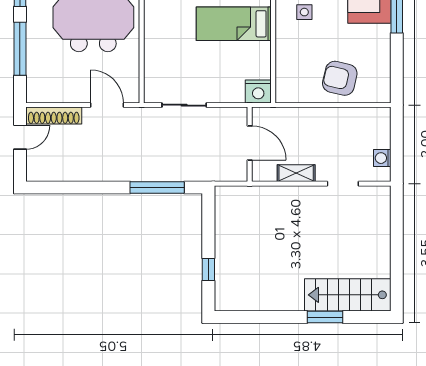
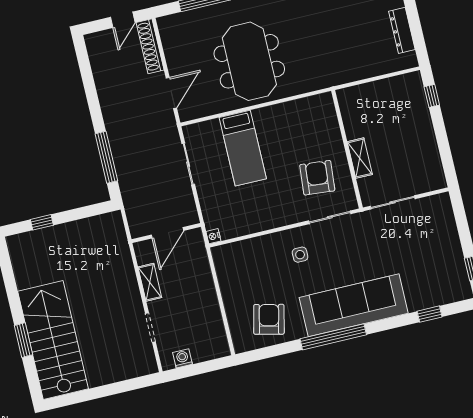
bed: (234, 24) -> (243, 148), moved, turned 180
armchair: (340, 78) -> (269, 319), moved
nightstand: (258, 91) -> (213, 236), width x0.53, depth x0.56
door: (20, 137) -> (123, 20), hinge flipped
stairs: (348, 295) -> (53, 340), width x1.36, depth x1.51

